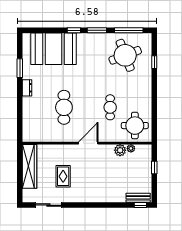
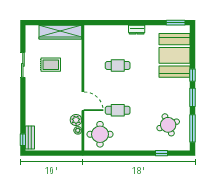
round table: (125, 55) -> (168, 125), width x0.73, depth x0.73
window: (20, 68) -> (176, 23), moved
cafe table: (64, 107) -> (118, 65), width x0.73, depth x0.74
door: (88, 143) -> (83, 101), moved
window: (154, 167) -> (59, 153), removed
sliding door: (48, 205) -> (23, 65), moved

